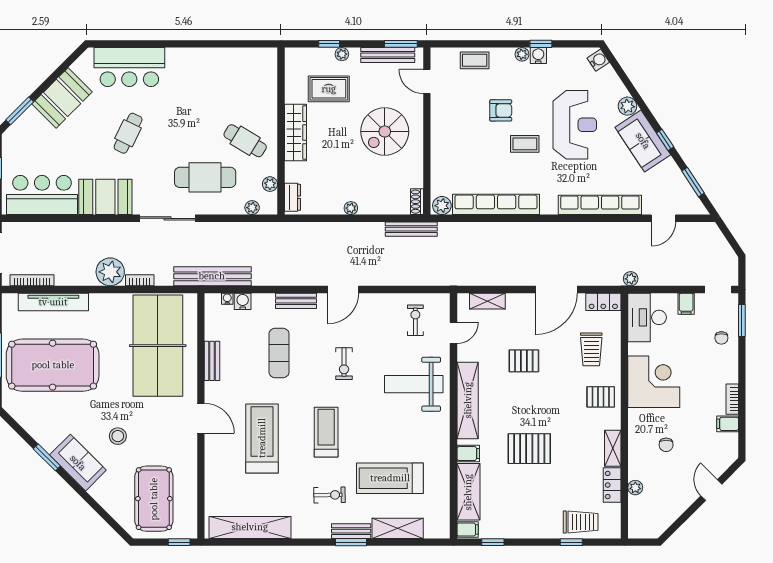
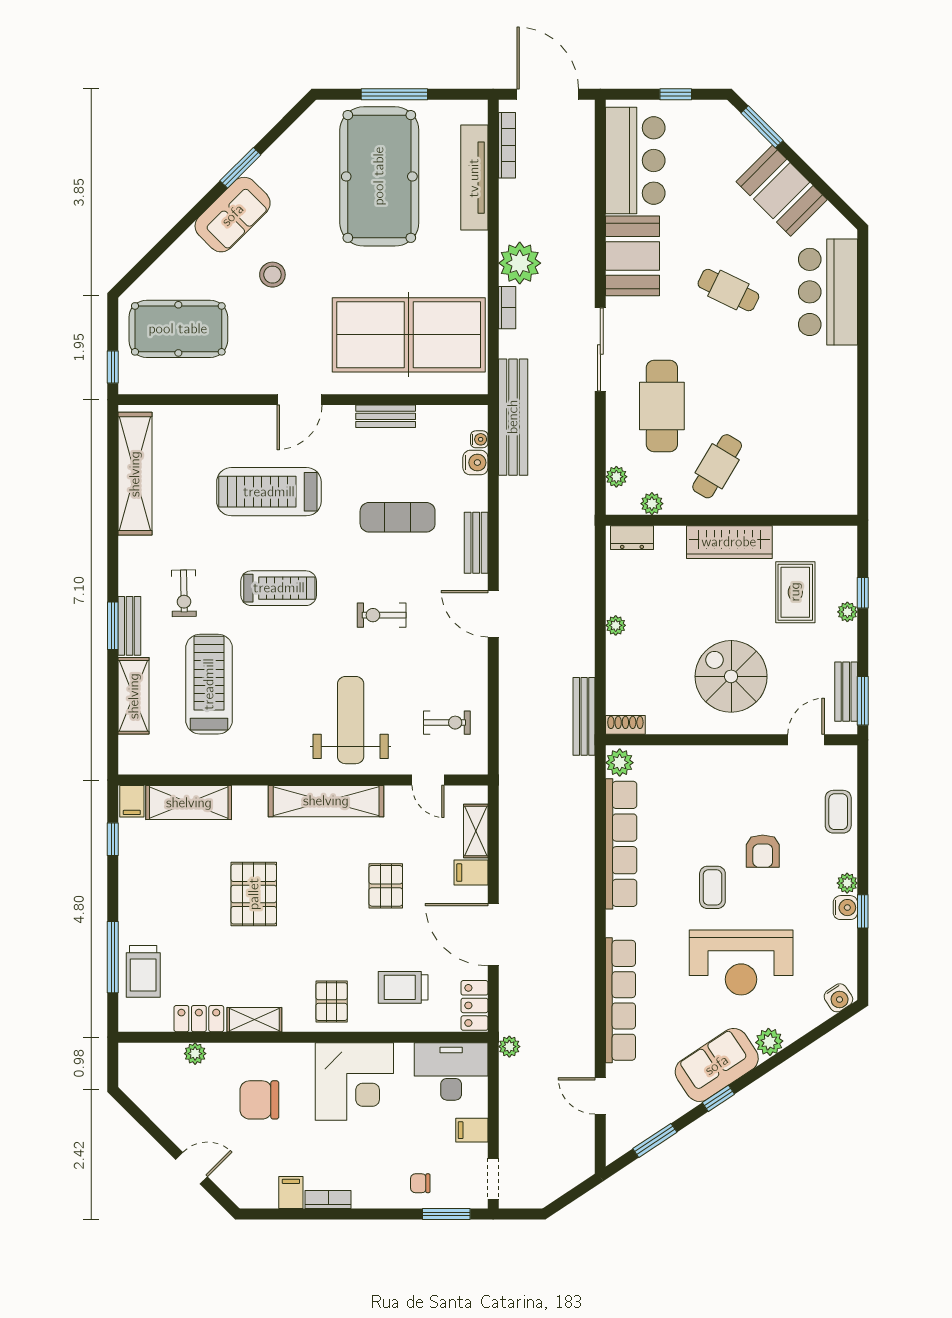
bench: (388, 55) -> (846, 692), width x0.73
treadmill: (262, 438) -> (269, 492), turned 180
chair: (666, 445) -> (259, 1100), width x1.87, depth x1.87
filing cabinet: (468, 454) -> (471, 873), moved, turned 90
window: (571, 542) -> (113, 957), width x2.17

